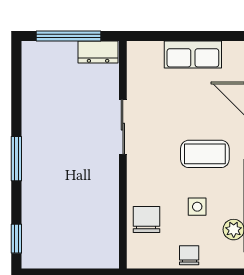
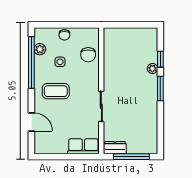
row of seats: (193, 55) -> (83, 146), moved
plant: (31, 195) -> (152, 69), added
window: (16, 239) -> (160, 59), moved

